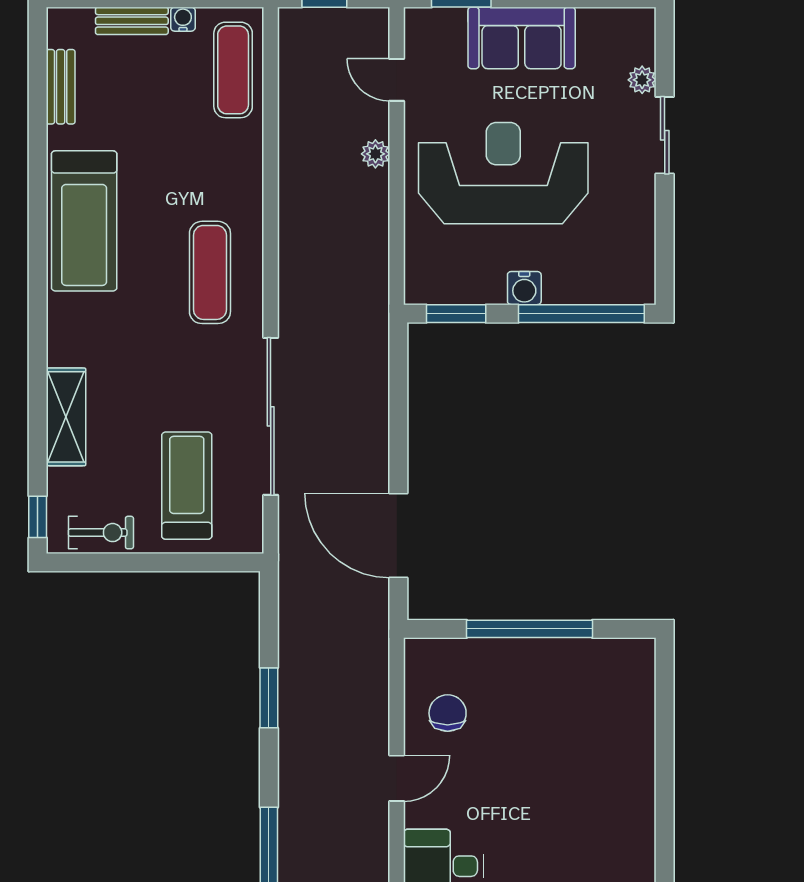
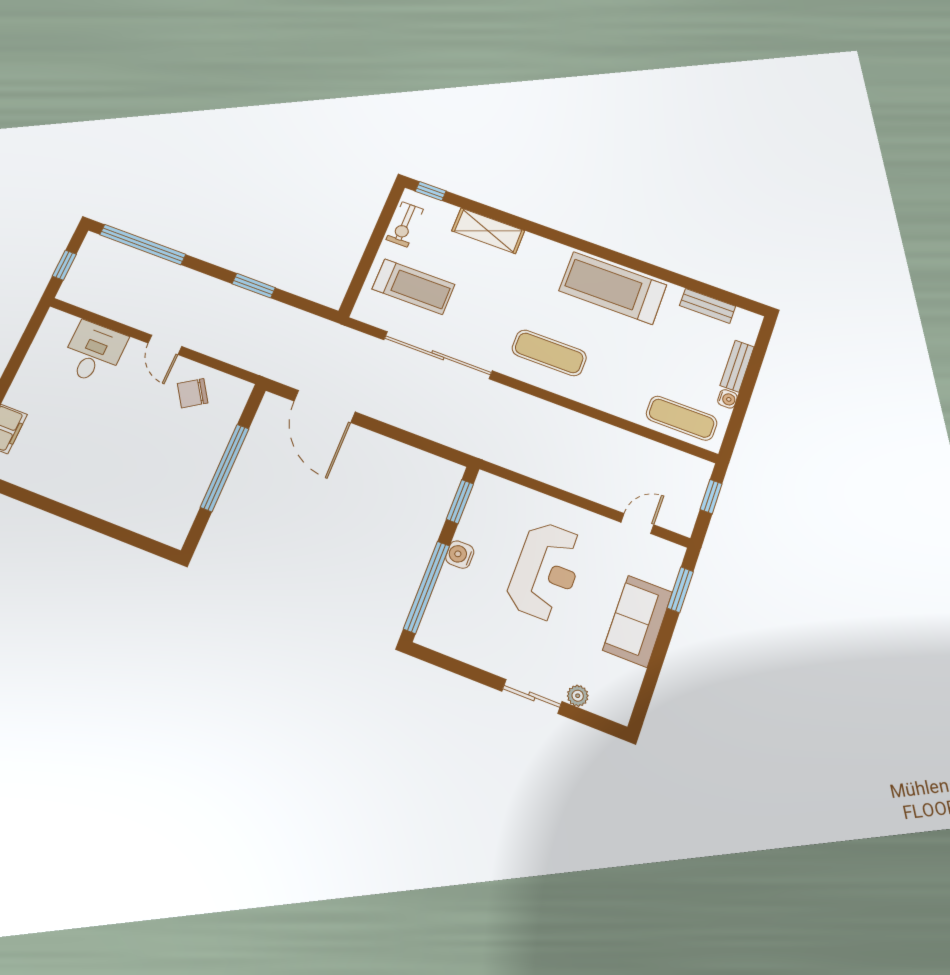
plant: (375, 154) -> (591, 490), removed
reception desk: (503, 173) -> (546, 571), width x0.74, depth x0.77
door: (398, 536) -> (325, 406), swing flipped
chair: (448, 713) -> (193, 393), turned 147

